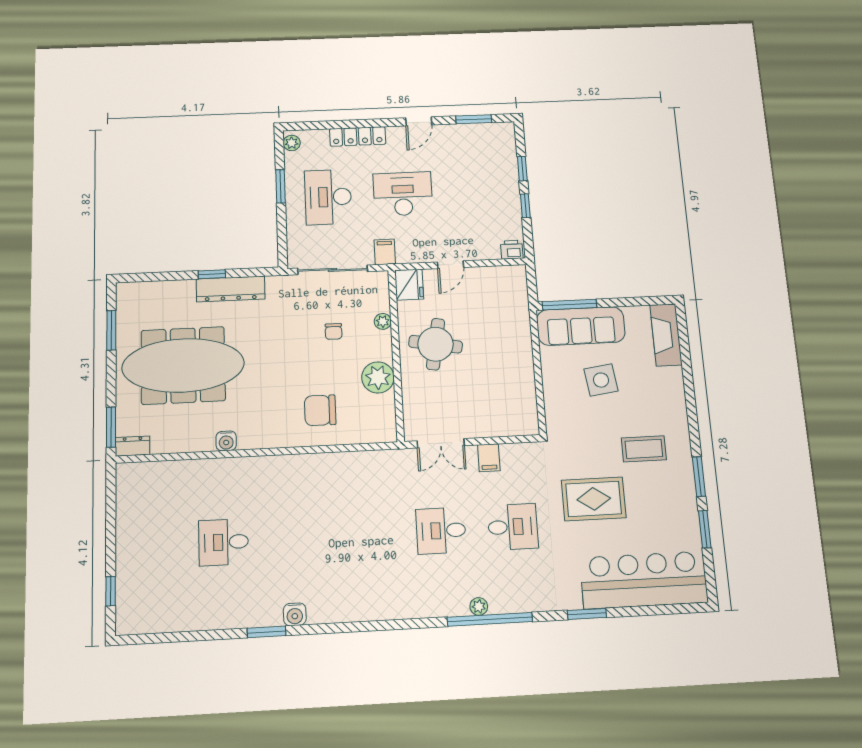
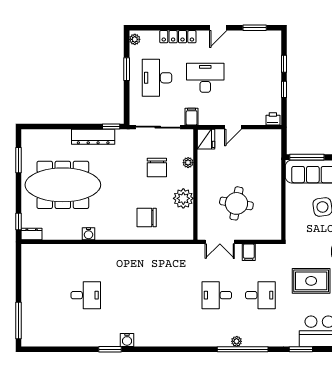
window: (212, 274) -> (111, 126), moved
chair: (334, 331) -> (157, 168), width x1.87, depth x1.87
round table: (436, 344) -> (236, 203), moved
window: (111, 427) -> (19, 222), width x0.67
desk: (224, 542) -> (86, 295), turned 180
window: (111, 591) -> (19, 321), width x2.17

